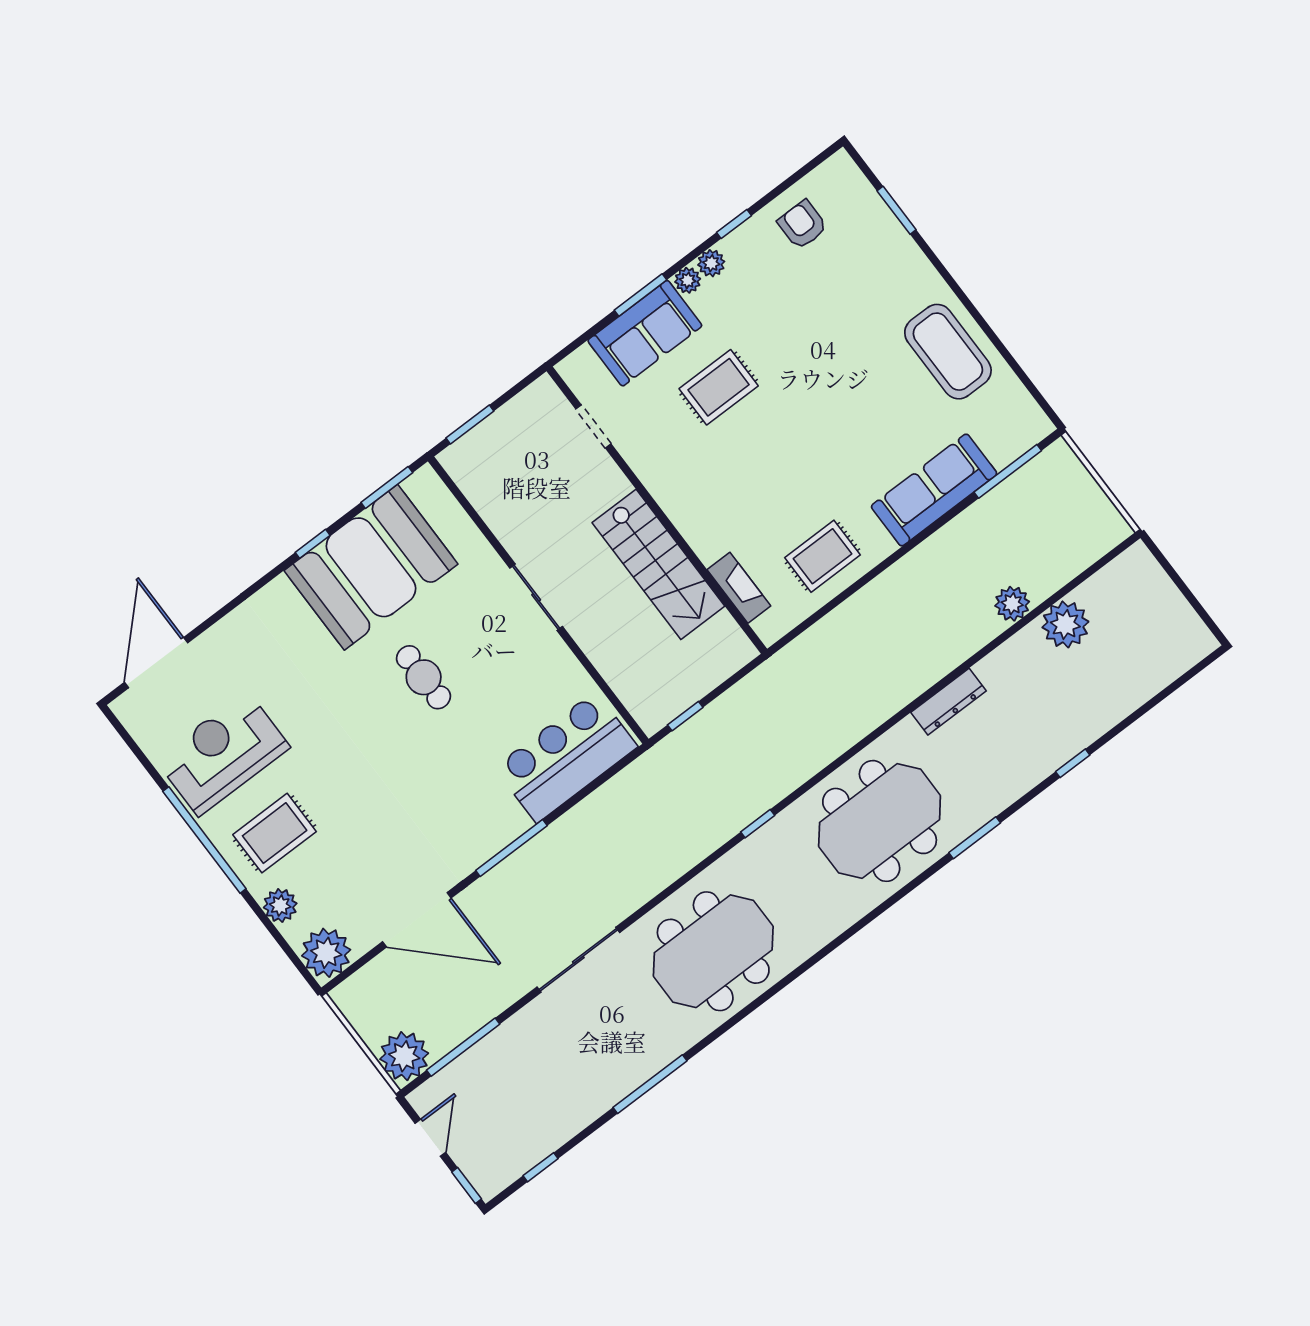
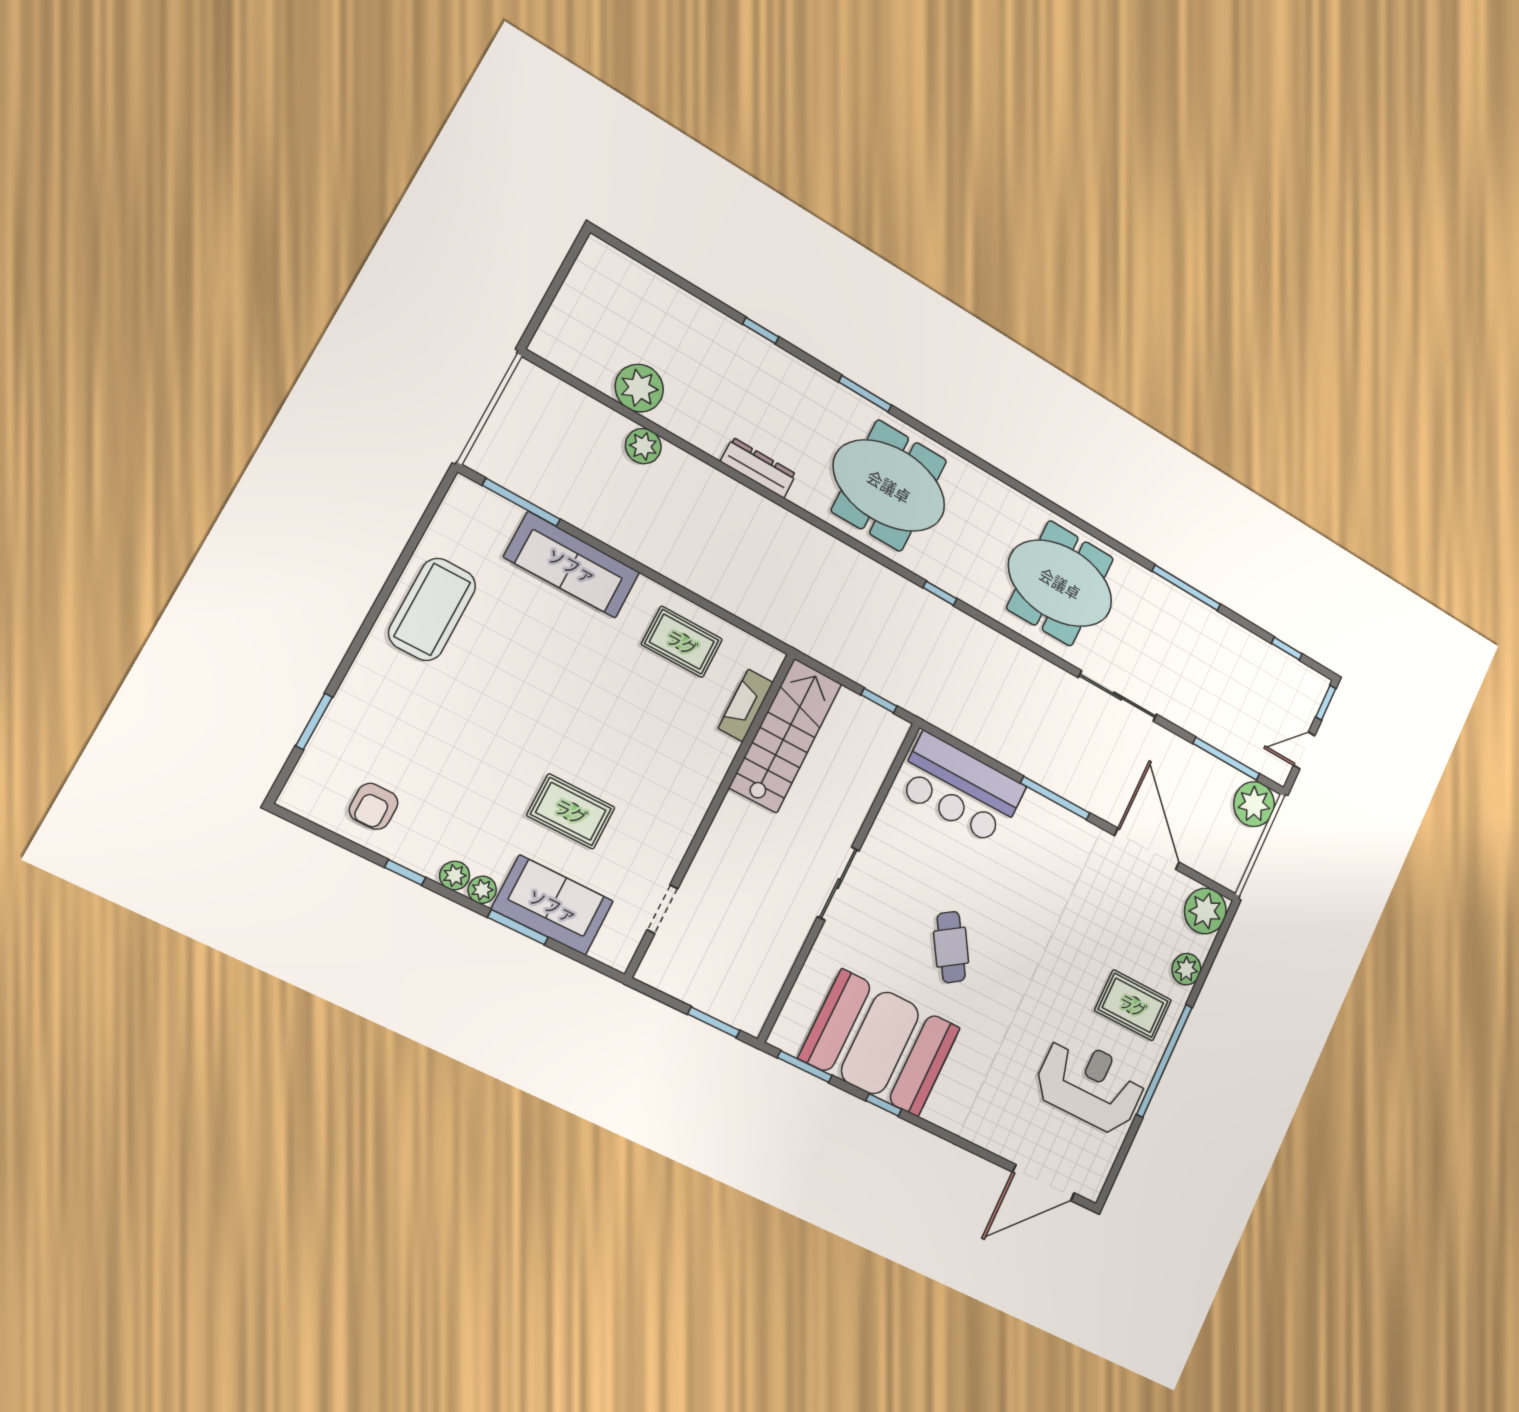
stairs: (658, 564) -> (786, 735), moved
cafe table: (424, 677) -> (951, 947), turned -33
reception desk: (223, 753) -> (1090, 1084), turned 180

